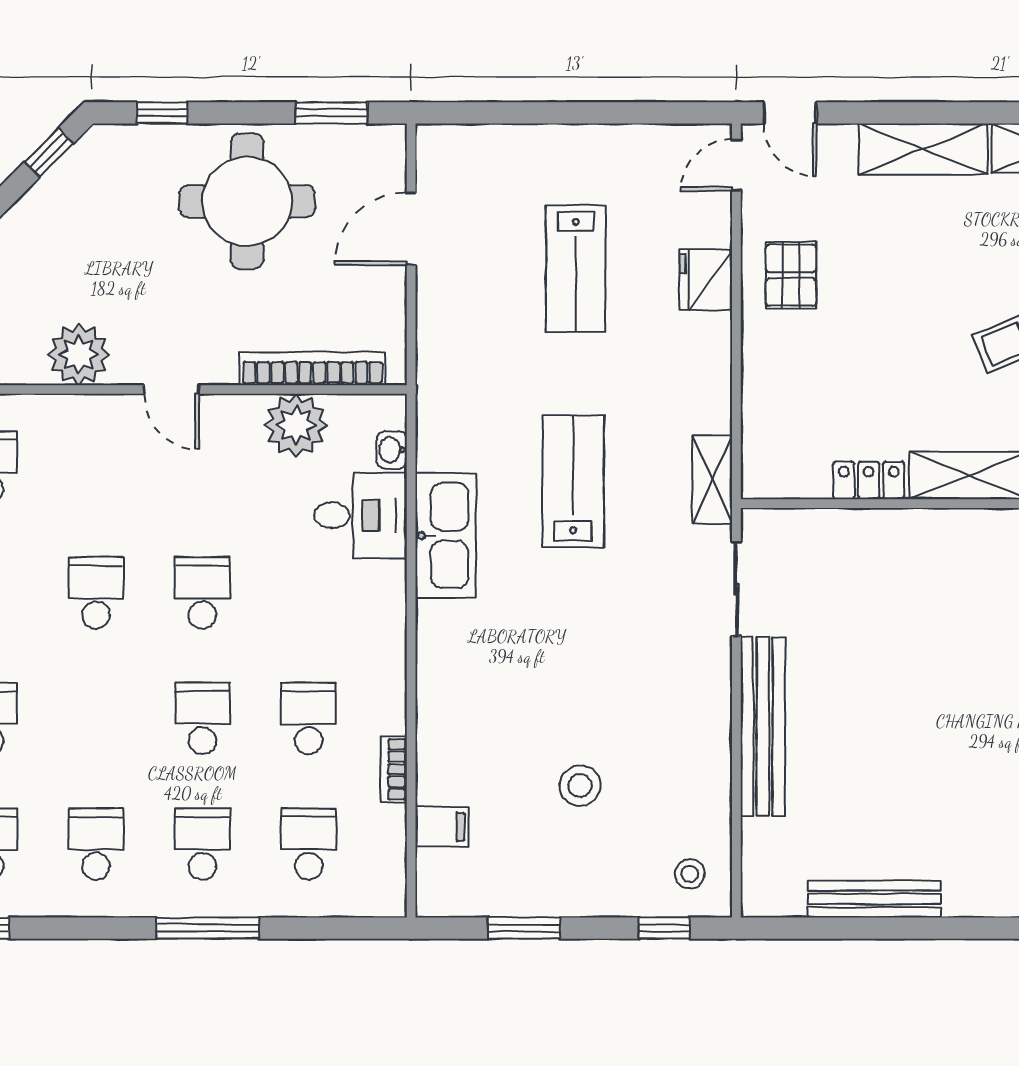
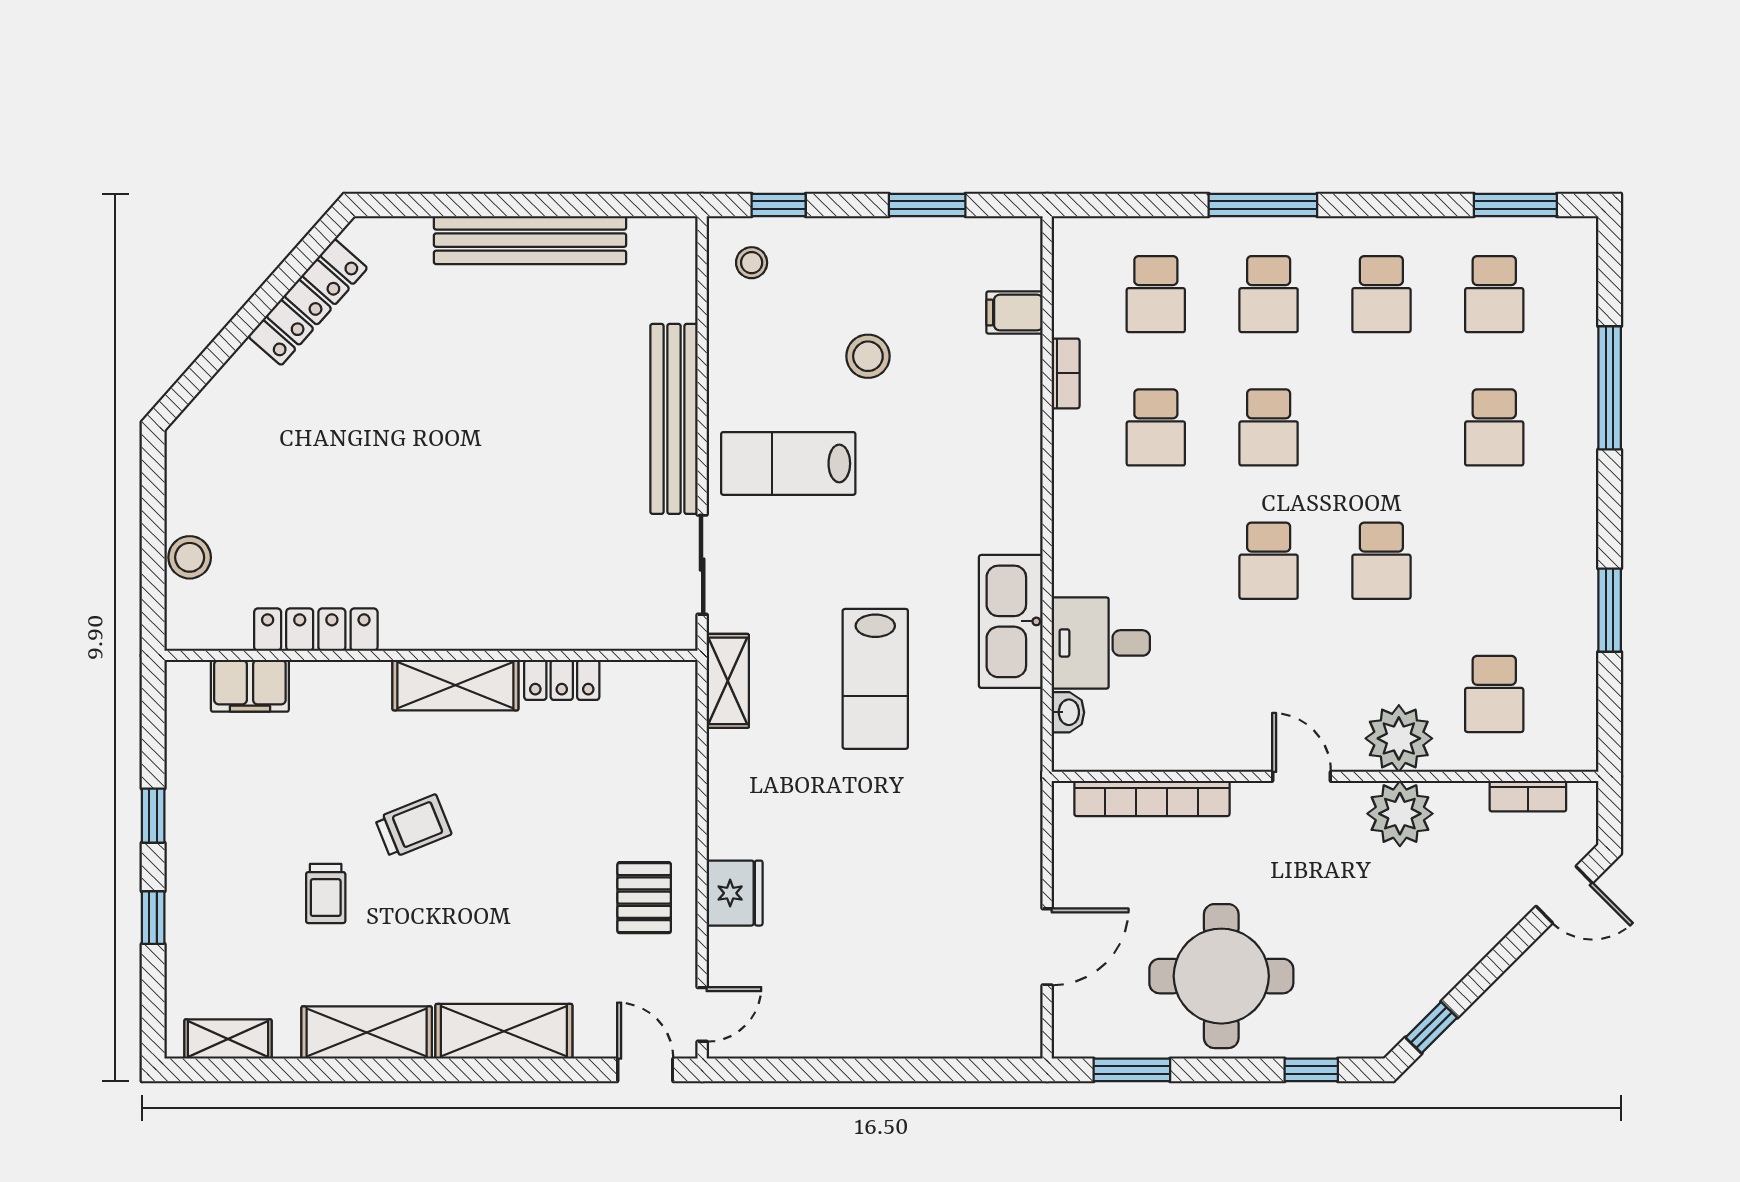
lab bench: (576, 269) -> (788, 463), moved, turned -90
plant: (296, 425) -> (1399, 738), moved
bench: (874, 899) -> (530, 240), width x1.37, depth x1.21

